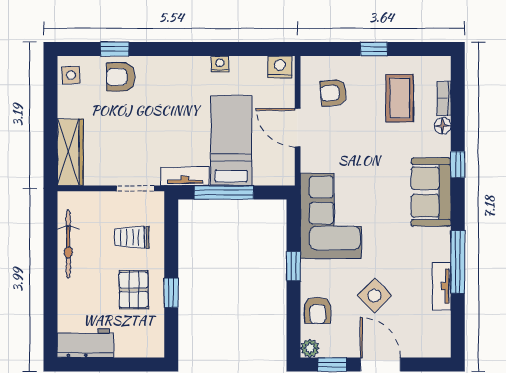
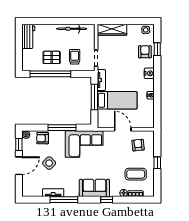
nightstand: (280, 67) -> (149, 73), moved
door: (298, 128) -> (123, 129), hinge flipped
window: (294, 266) -> (62, 128), width x2.17
window: (171, 293) -> (50, 74), width x3.17

